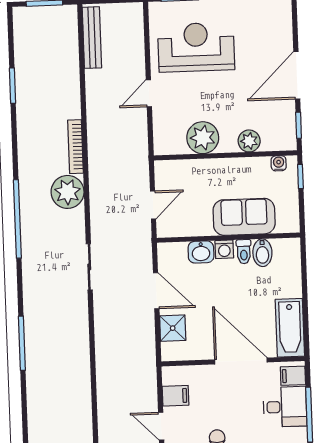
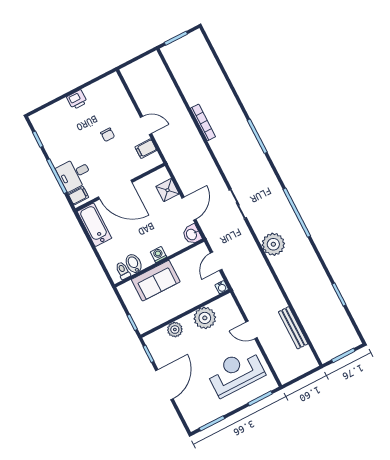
bench: (92, 38) -> (293, 328), moved
reception desk: (196, 47) -> (236, 373), turned 180
door: (149, 93) -> (252, 330), swing flipped
bookcase: (76, 147) -> (203, 122), moved
water cooler: (279, 163) -> (222, 287), moved
washbasin: (201, 252) -> (192, 234), moved, turned -90
toilet: (244, 252) -> (123, 271), moved
door: (156, 291) -> (189, 209), swing flipped

